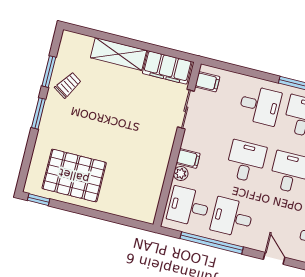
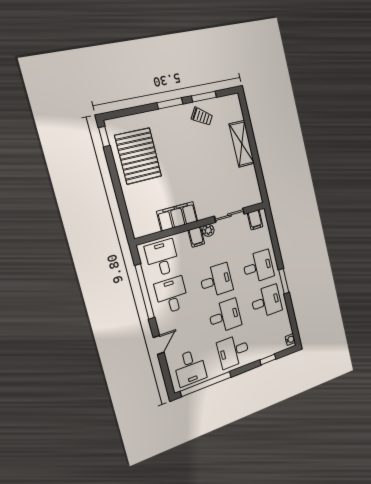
filing cabinet: (167, 67) -> (177, 216), moved, turned 90
desk: (260, 105) -> (258, 267), turned -90
plant: (181, 174) -> (208, 230), moved

